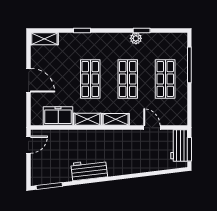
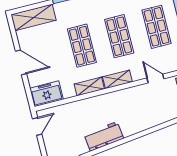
shelving: (44, 39) -> (34, 17), width x1.50, depth x1.33
freezer: (58, 116) -> (46, 94), moved

